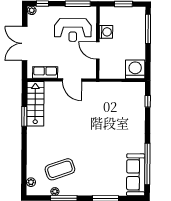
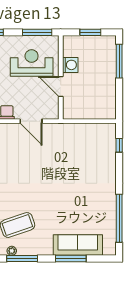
reception desk: (73, 30) -> (32, 63), turned 180
washing machine: (135, 69) -> (104, 108), removed
sofa: (136, 175) -> (78, 245), moved, turned 90

